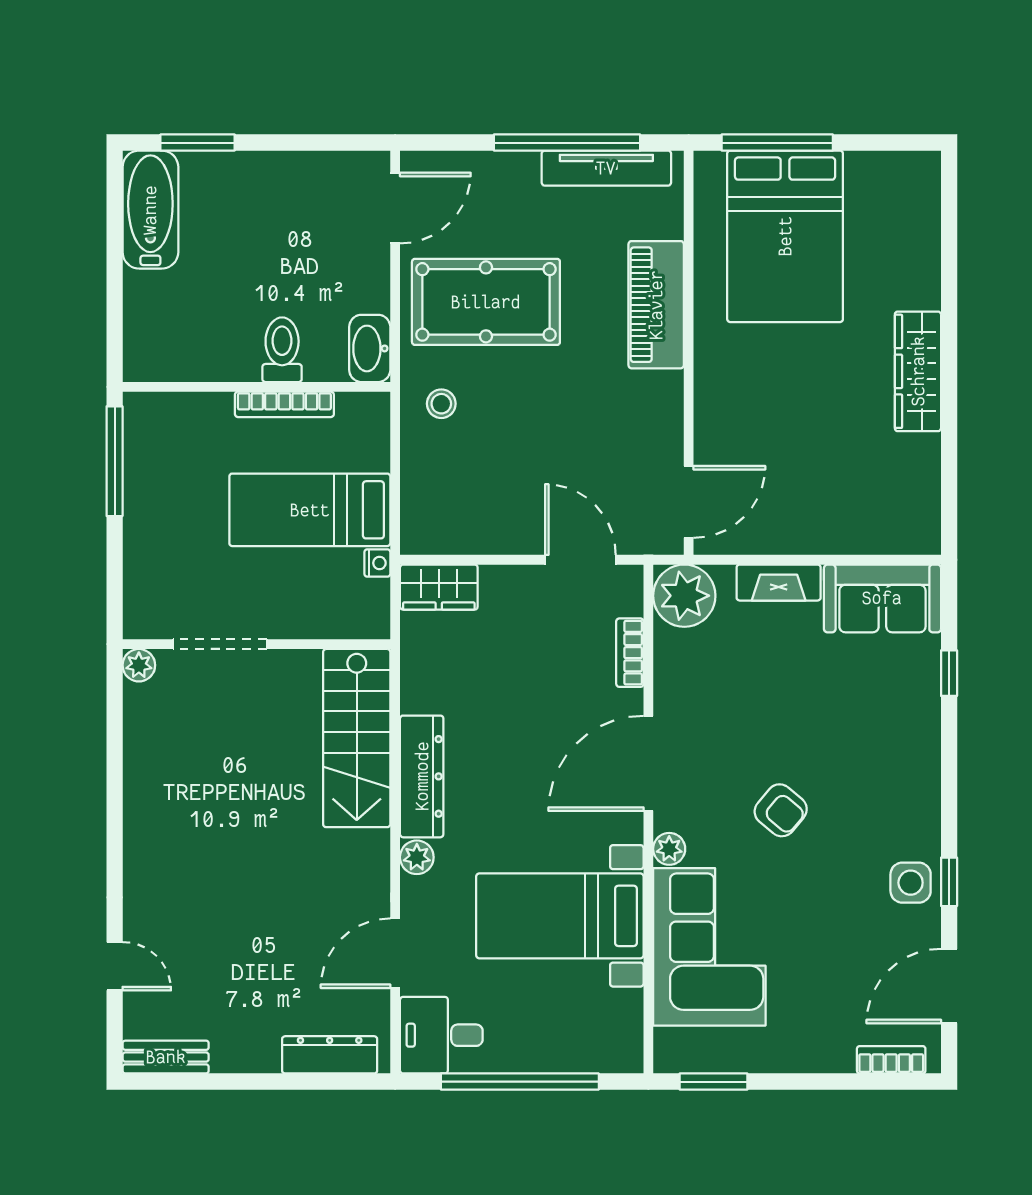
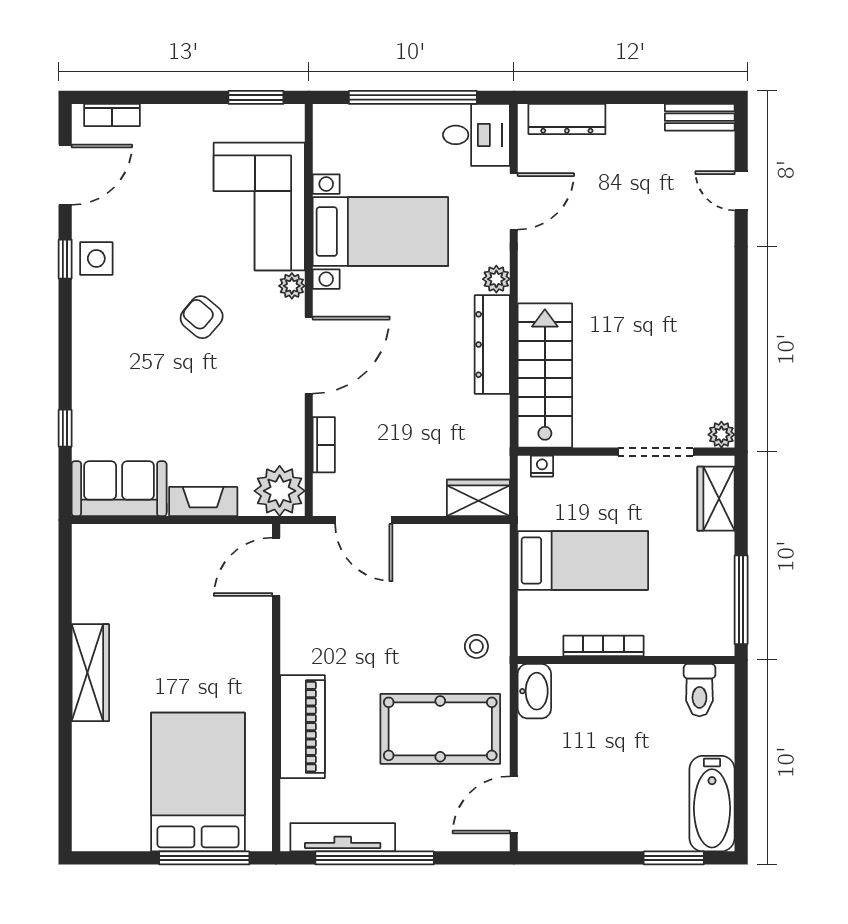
toilet: (282, 350) -> (699, 690), moved
nightstand: (377, 563) -> (542, 466), moved, turned 90
wardrobe: (146, 586) -> (716, 499), added

